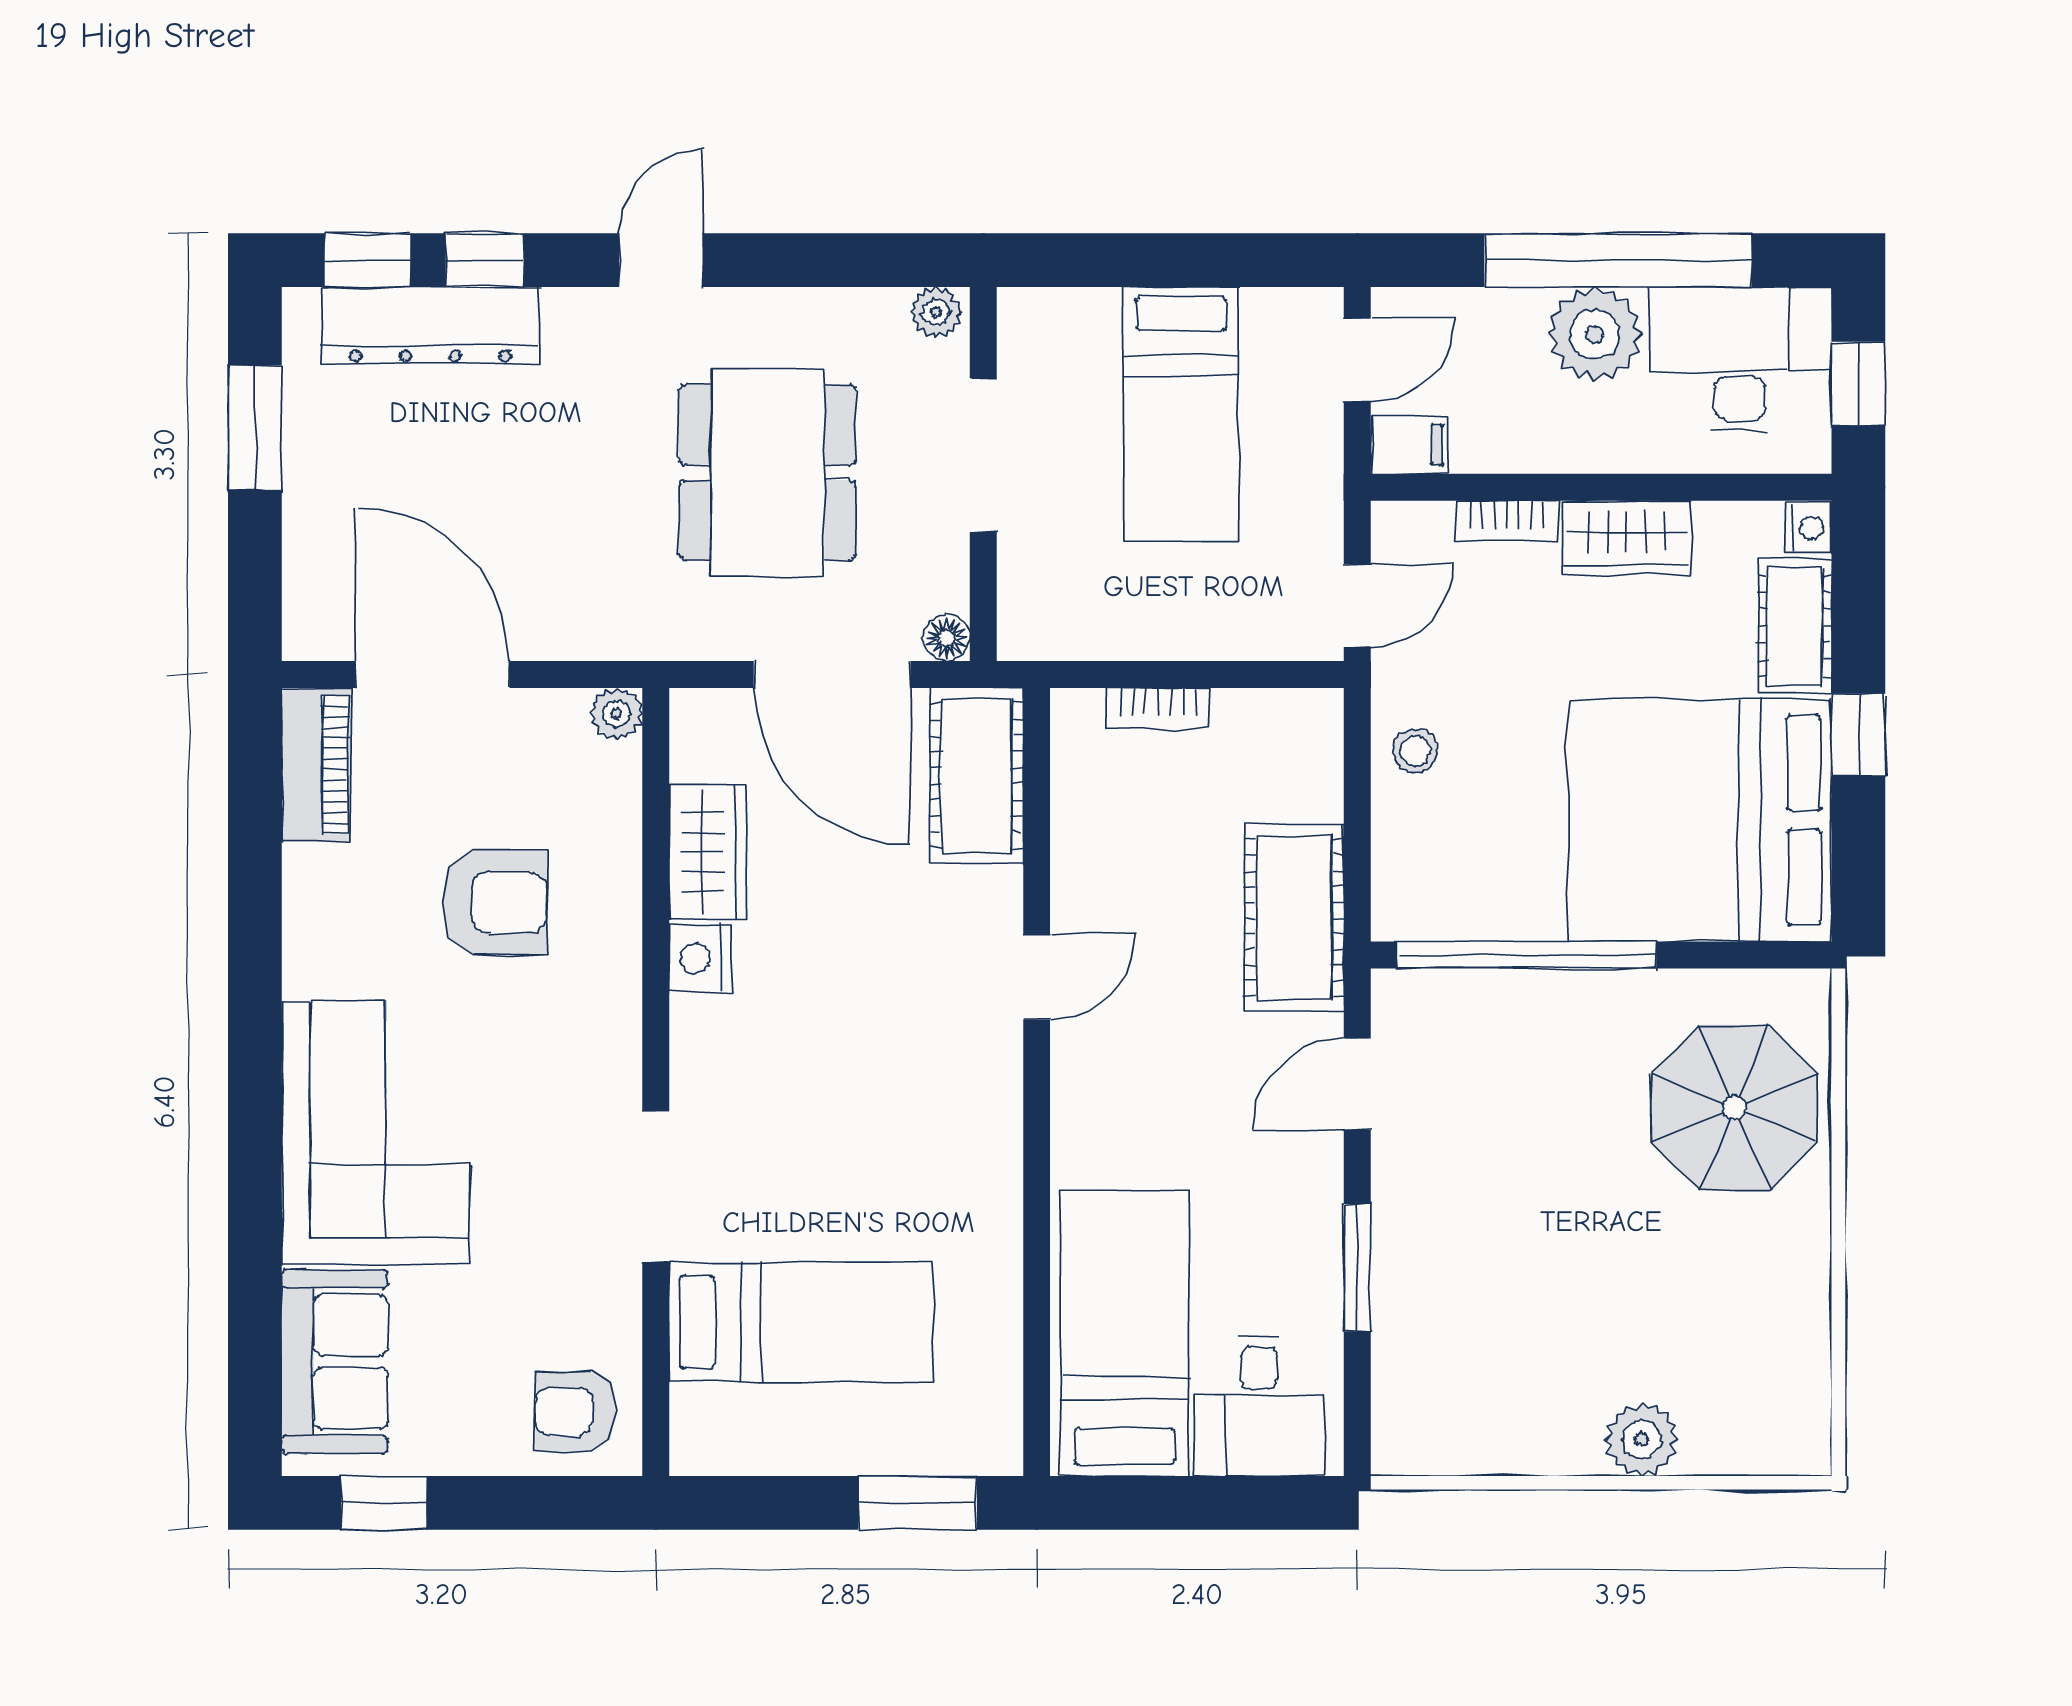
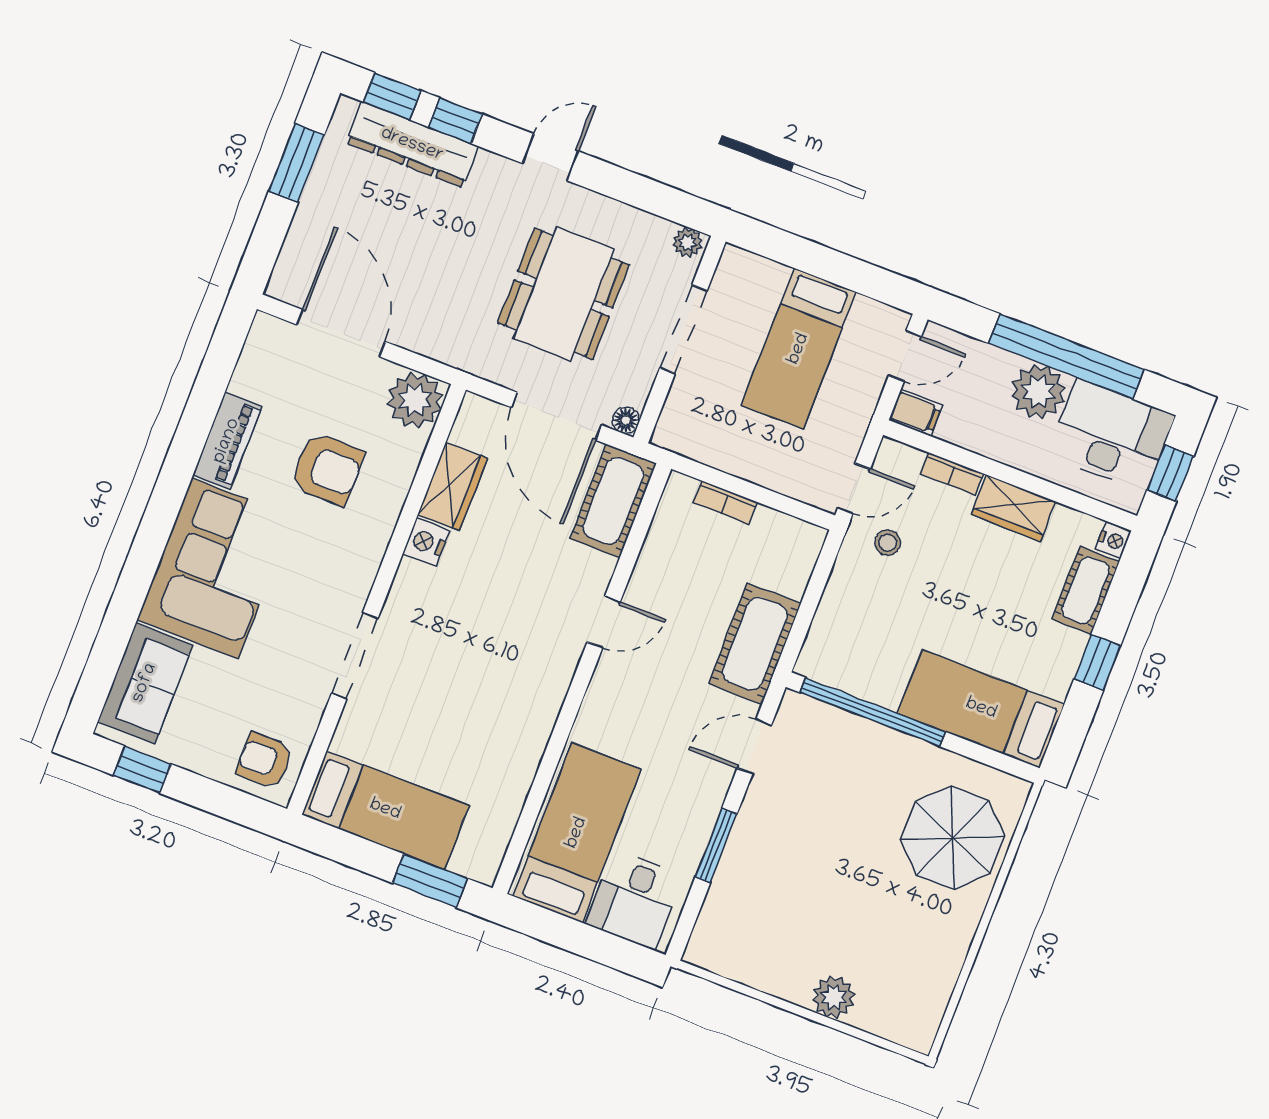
plant: (616, 714) -> (415, 400), width x1.88, depth x1.88
stool: (1415, 751) -> (888, 543), moved
piano: (316, 765) -> (227, 441), moved
bed: (1700, 820) -> (981, 709), width x0.49
bed: (801, 1322) -> (385, 810), moved

